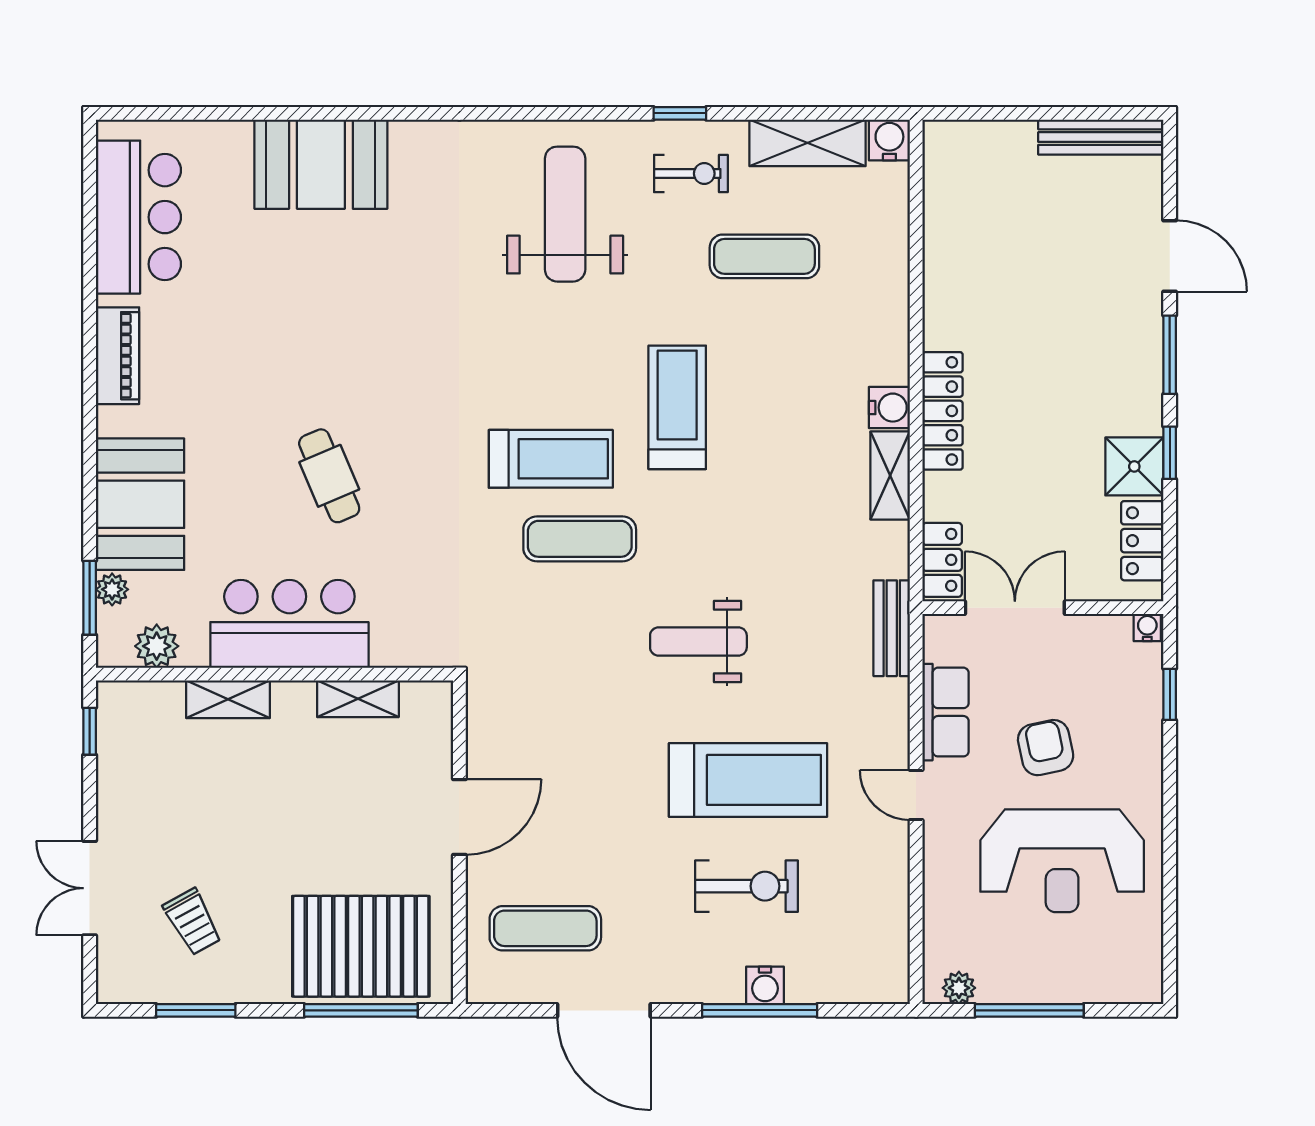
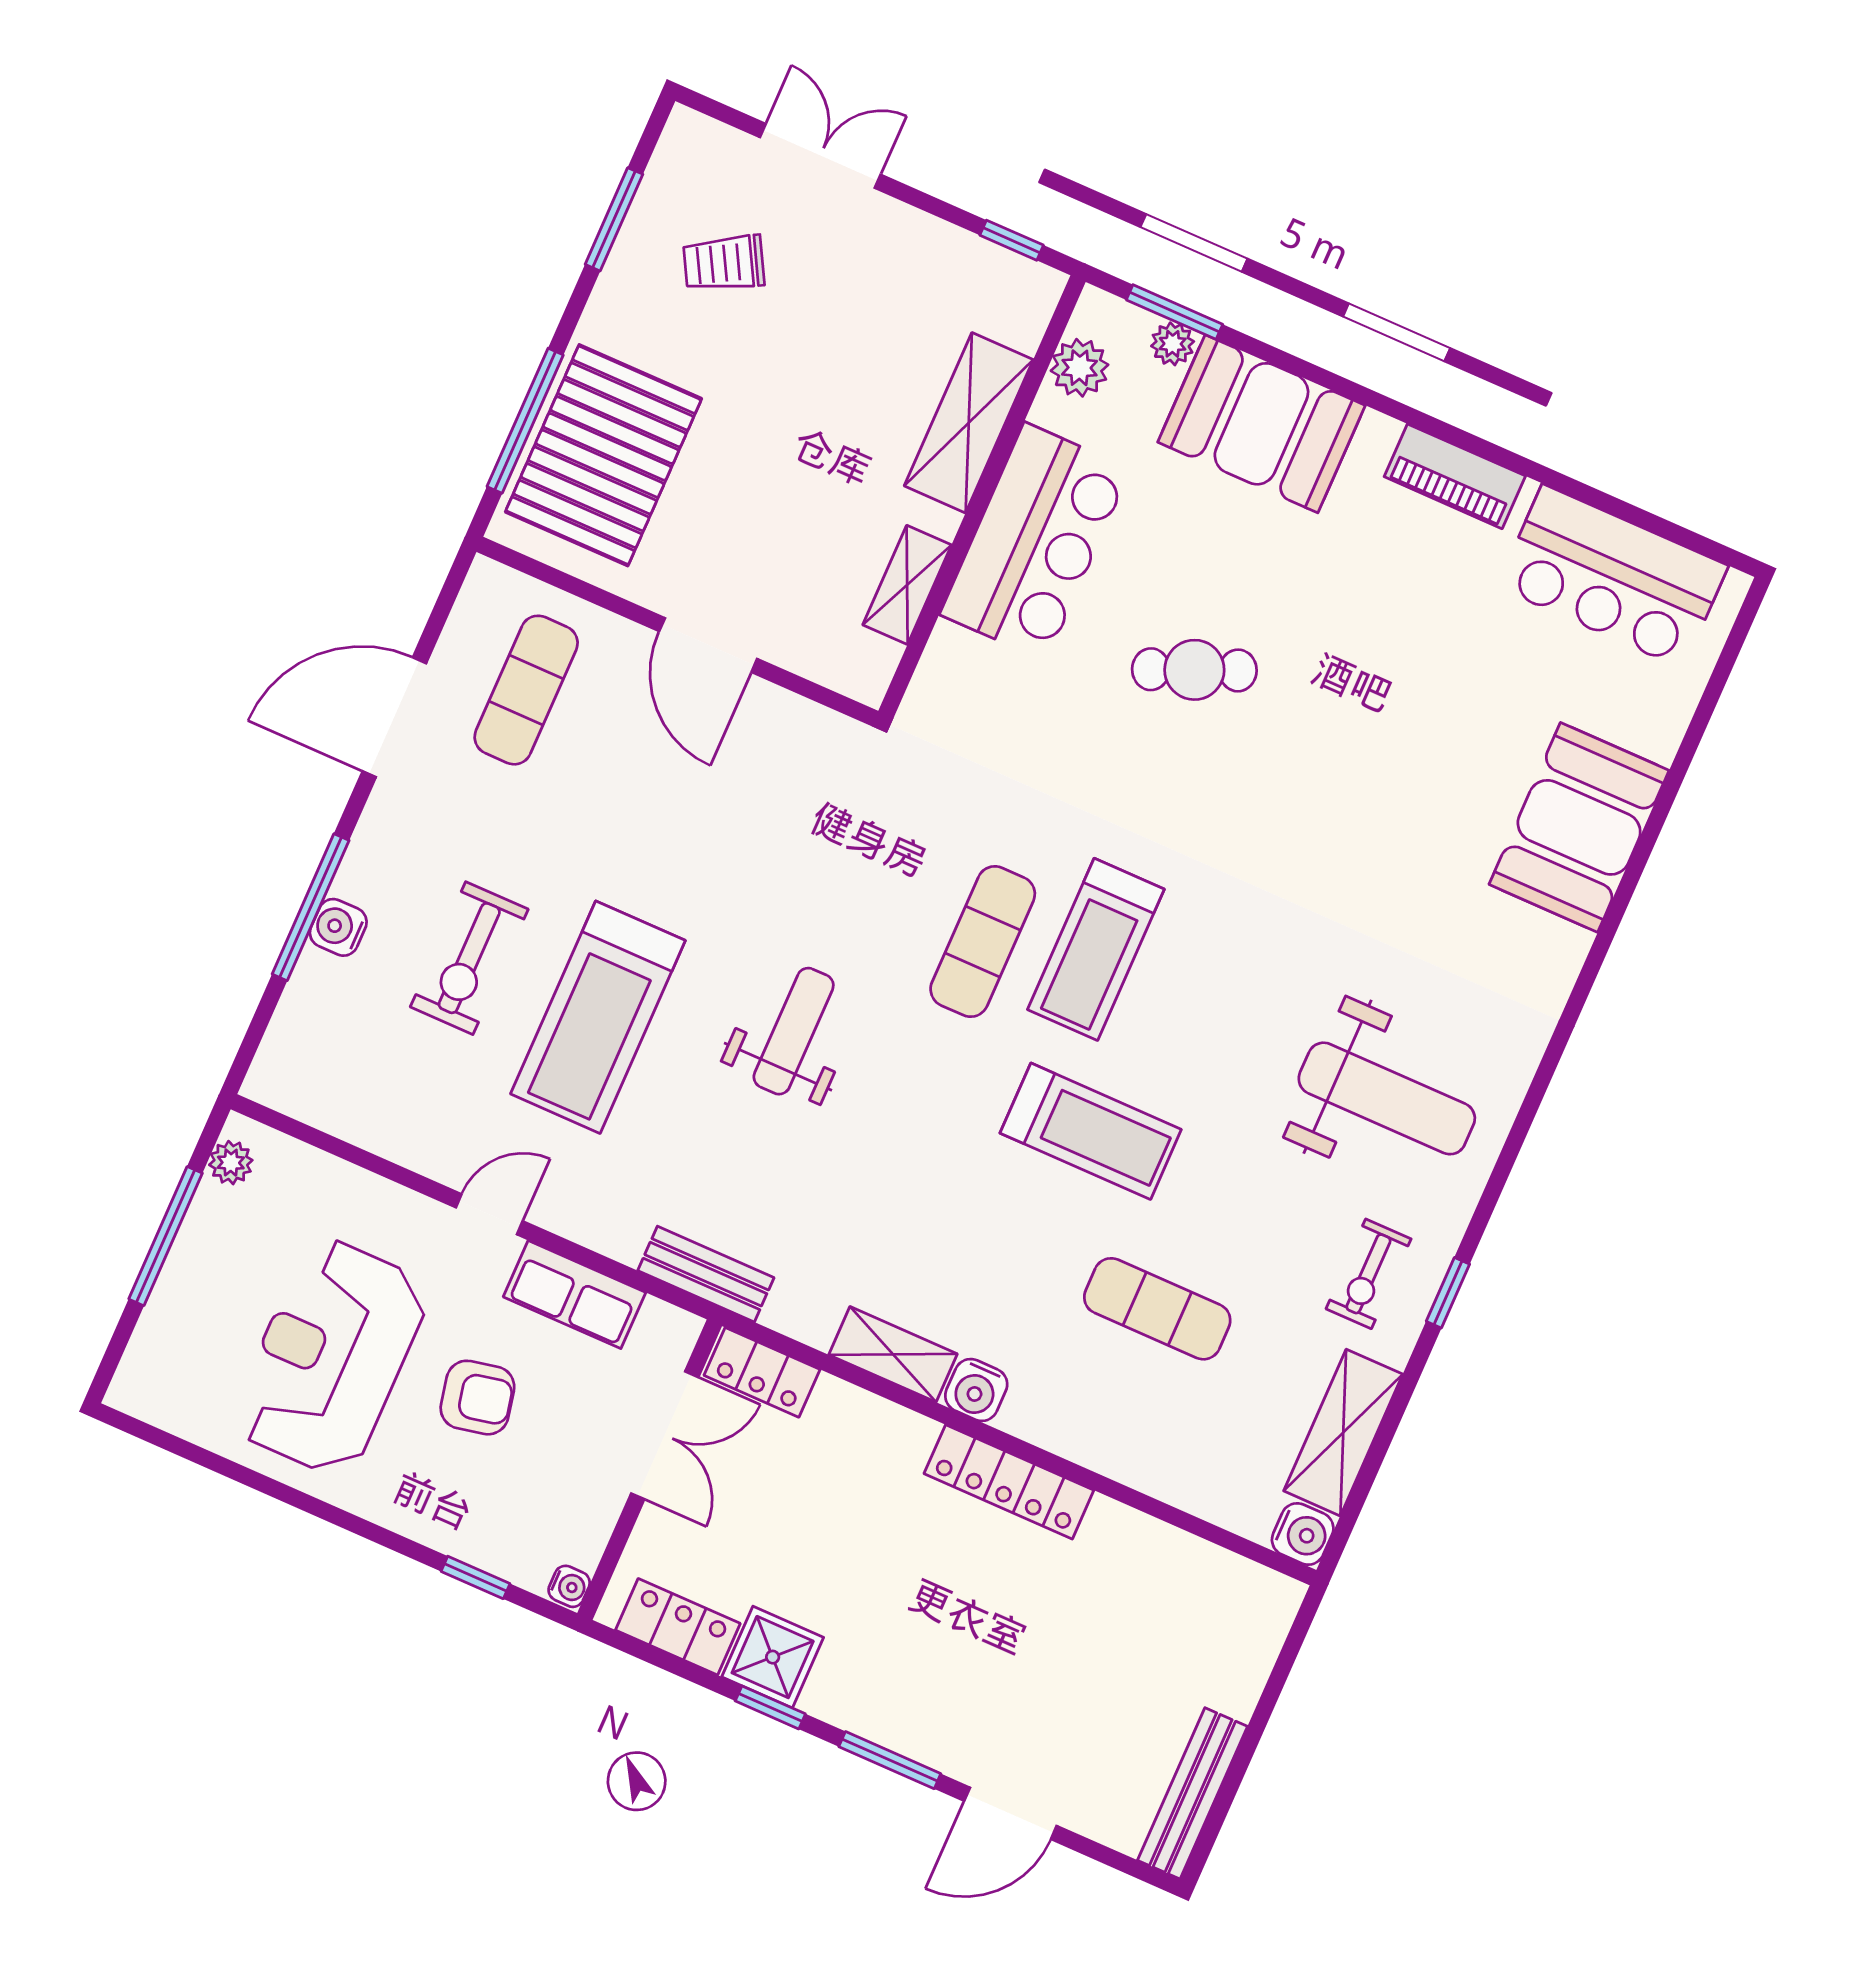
exercise mat: (764, 256) -> (1157, 1309), moved, turned 90
locker: (943, 411) -> (1009, 1482), moved
shelving: (228, 699) -> (969, 423), width x1.50, depth x1.33

